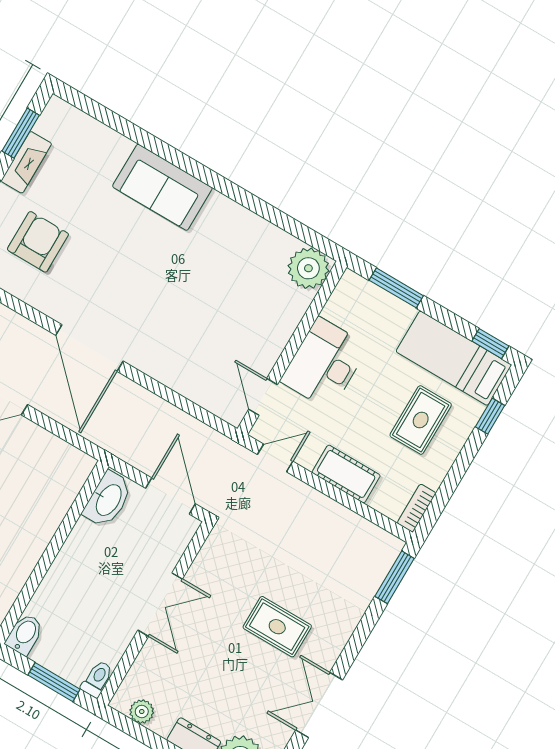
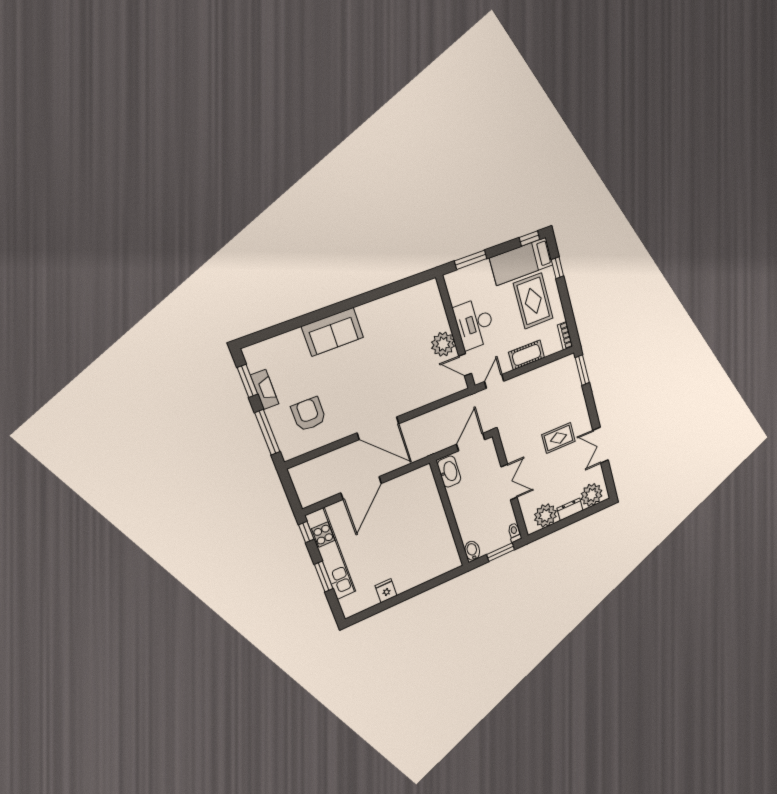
plant: (308, 268) -> (443, 344), moved
rug: (421, 420) -> (533, 301), width x1.36, depth x1.43
door: (170, 496) -> (471, 442), hinge flipped
plant: (142, 712) -> (545, 516), width x1.87, depth x1.87

